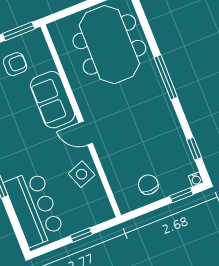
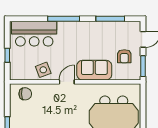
chair: (148, 185) -> (25, 94), moved

